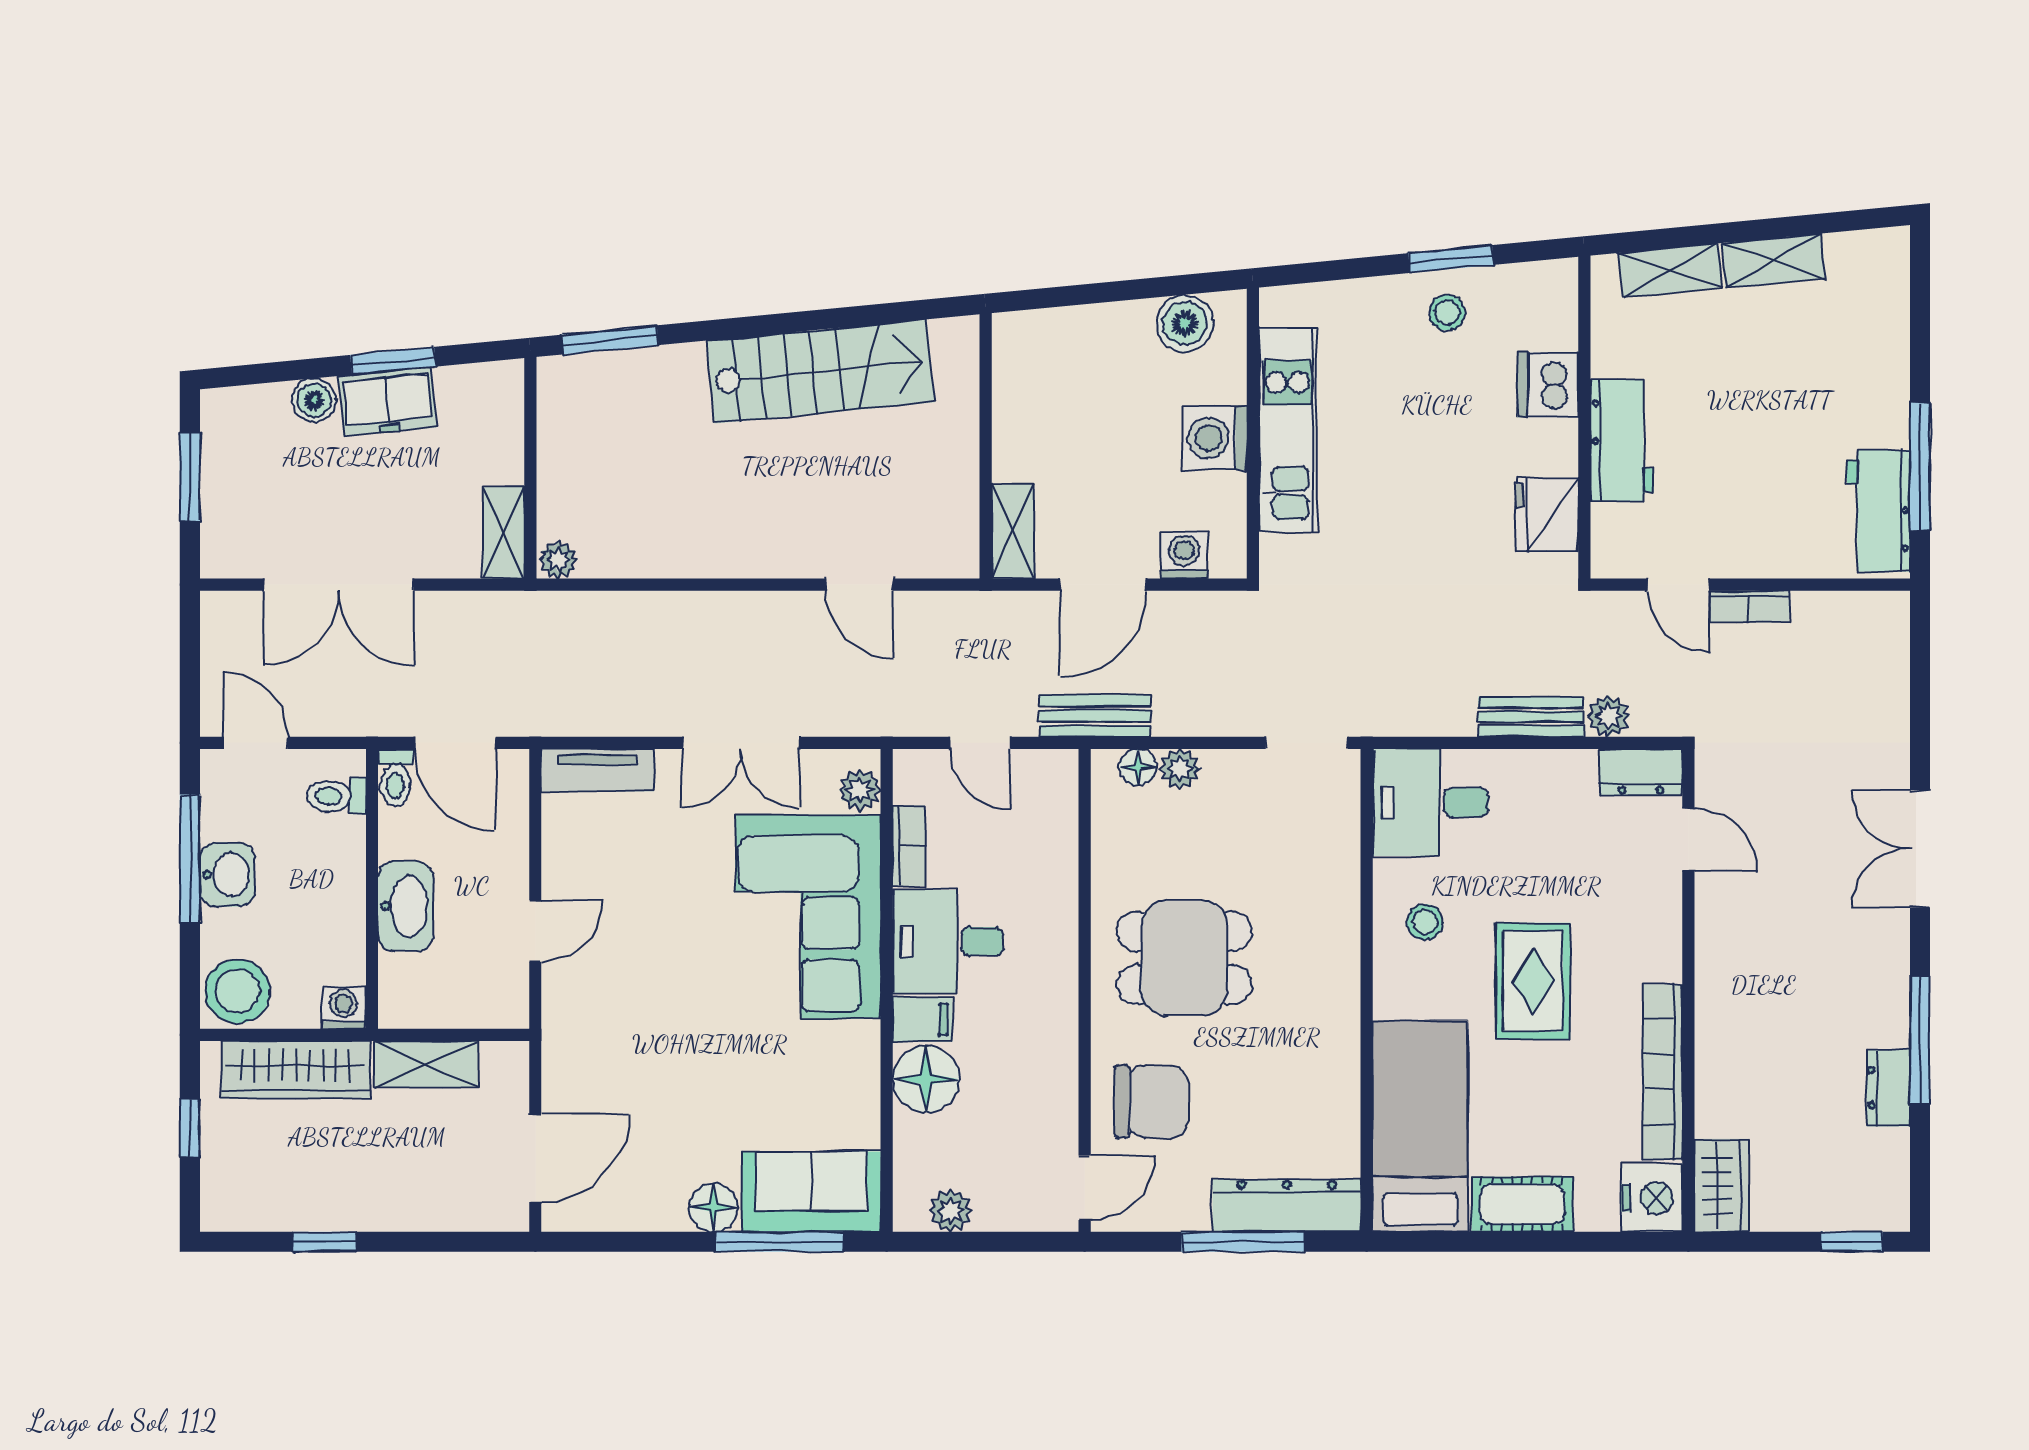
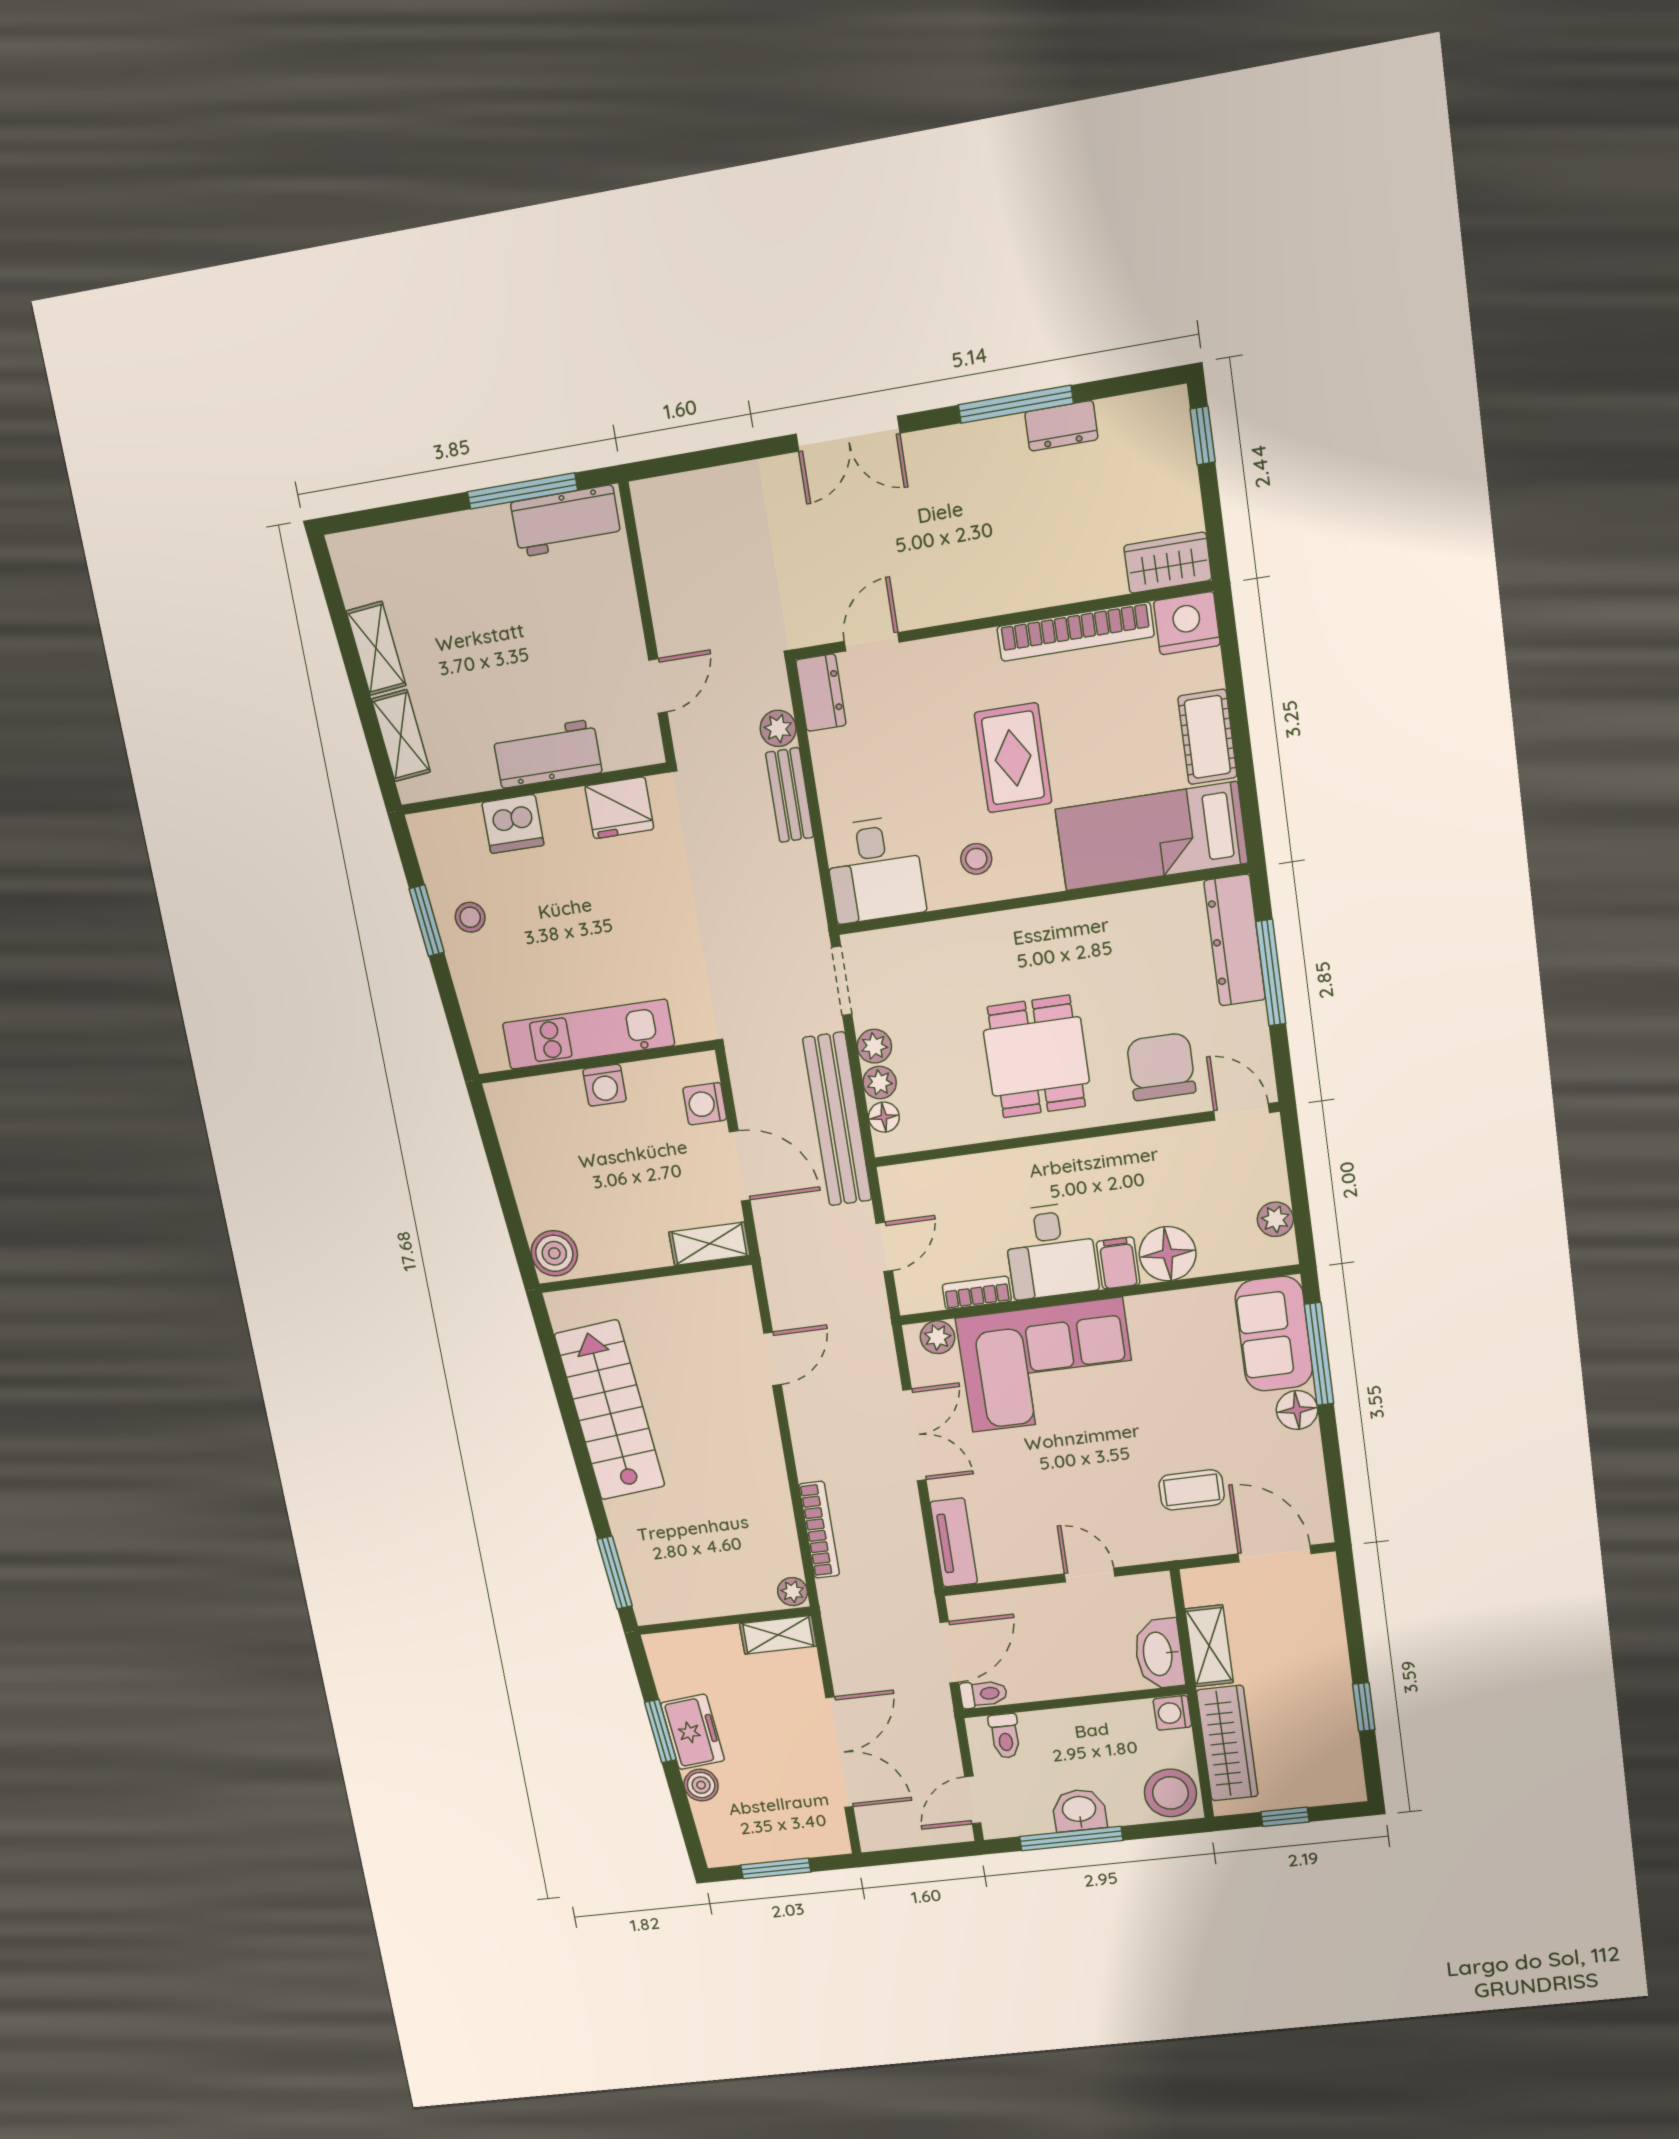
boiler: (1185, 323) -> (554, 1253), moved
washing machine: (1215, 438) -> (605, 1085), width x0.73, depth x0.73
bookcase: (1749, 606) -> (819, 1530), moved, width x1.56
bench: (1095, 716) -> (837, 1119), width x1.86, depth x1.21
plant: (1224, 769) -> (874, 1046), added
washbasin: (405, 906) -> (1159, 1654), moved, turned -90
rug: (1533, 981) -> (1013, 758), turned 90
coffee table: (629, 1069) -> (1192, 1490), added

